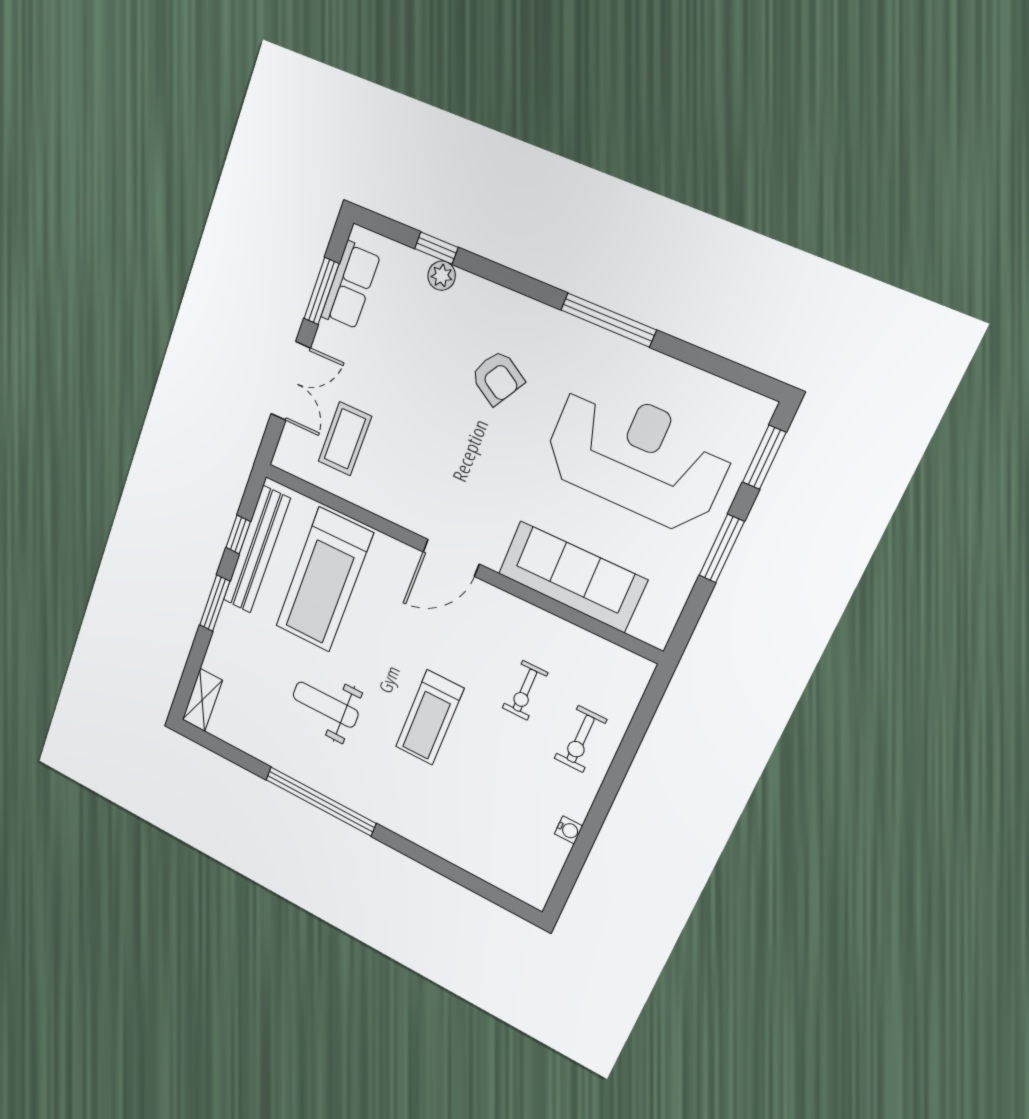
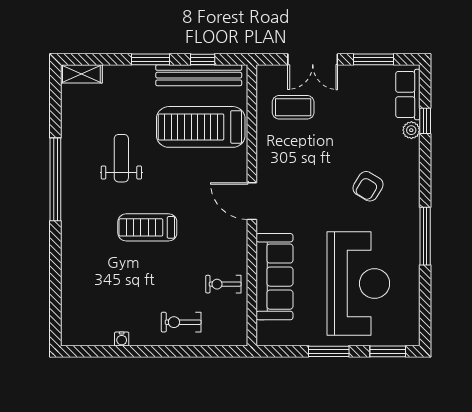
row of seats: (351, 286) -> (408, 95), moved, turned 90
exercise bike: (525, 690) -> (223, 284), moved

